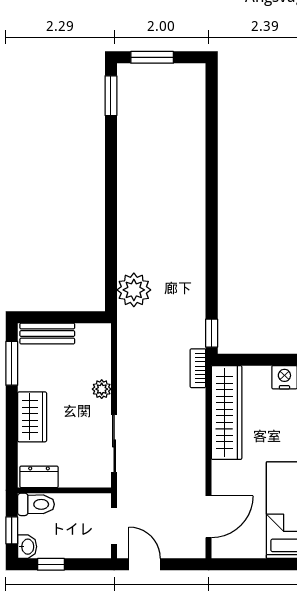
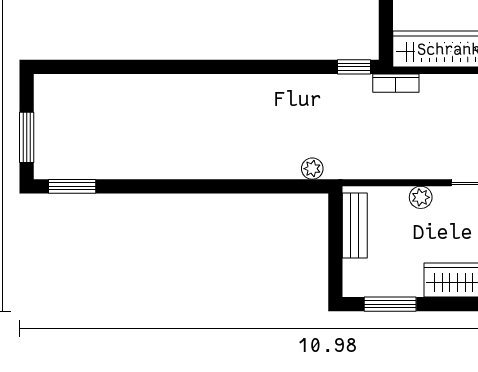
plant: (134, 290) -> (312, 169), width x0.53, depth x0.53
bench: (47, 334) -> (355, 225), moved

